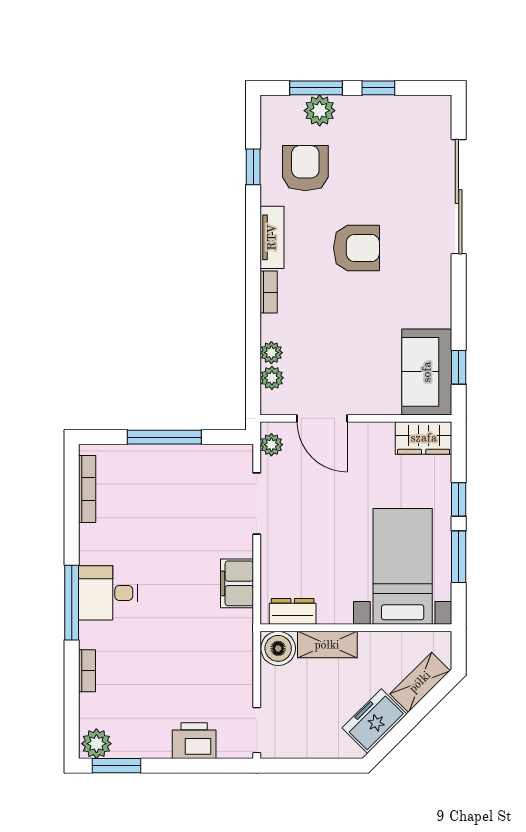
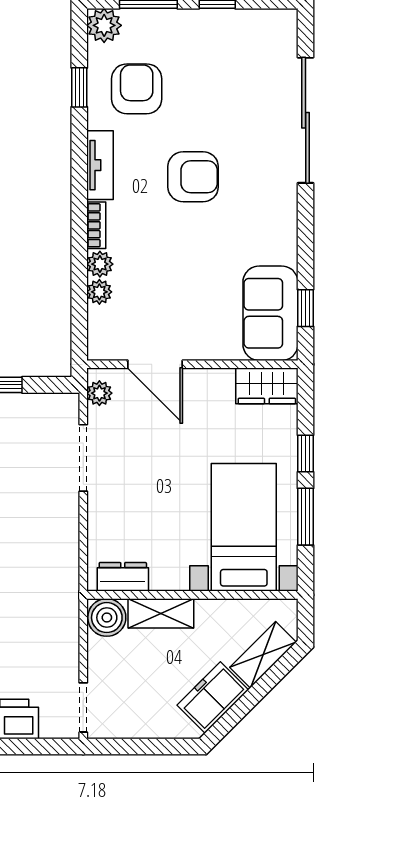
plant: (320, 111) -> (104, 25), moved
plant: (272, 378) -> (100, 264), moved
filing cabinet: (237, 583) -> (62, 546), removed

